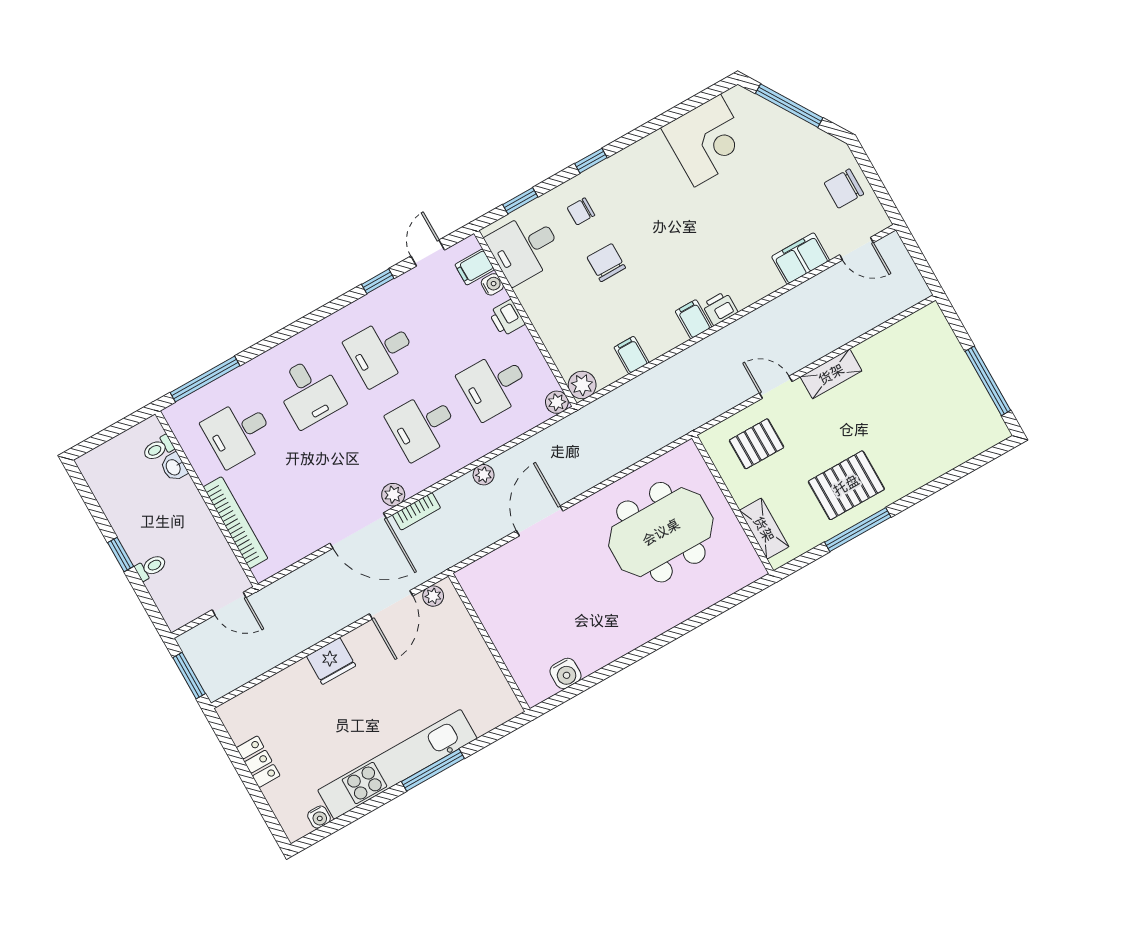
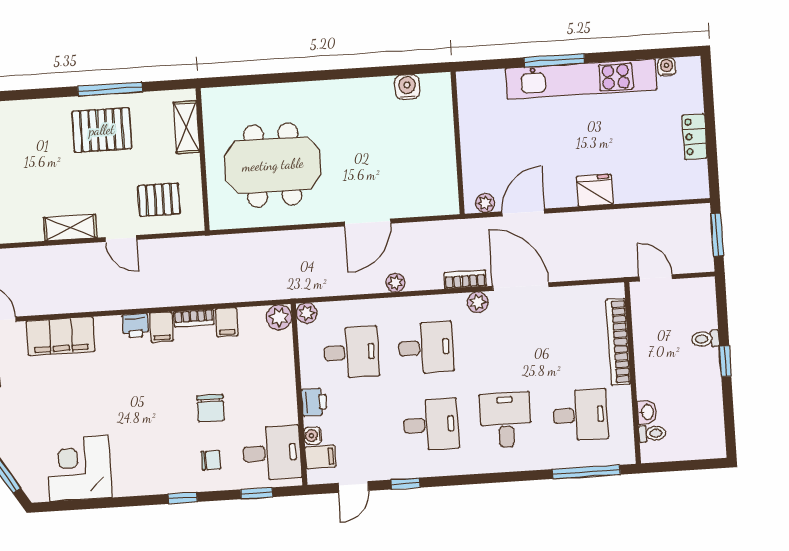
filing cabinet: (801, 259) -> (61, 336), width x1.50, depth x1.17
bookcase: (666, 344) -> (194, 318), added

